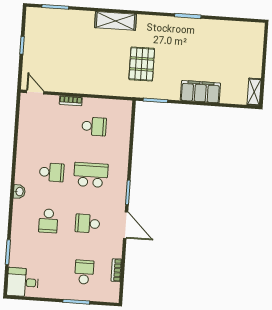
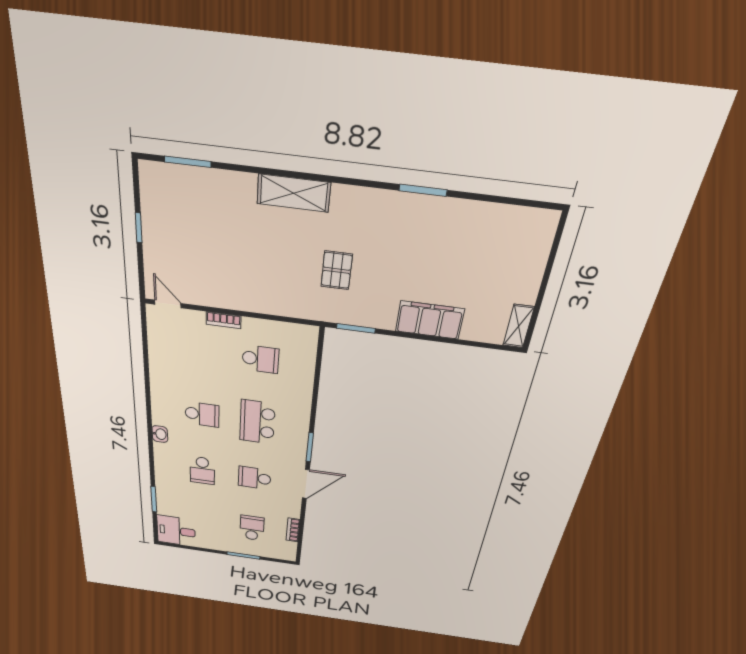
pallet: (142, 64) -> (337, 270), width x0.67, depth x0.71
school desk: (91, 175) -> (257, 422), turned -90
door: (126, 225) -> (306, 484), hinge flipped

